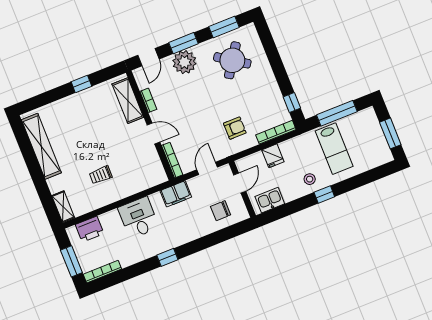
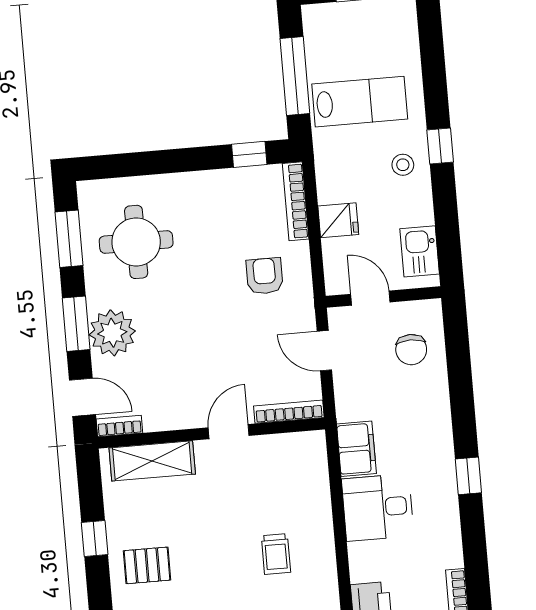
round table: (232, 60) -> (136, 242), turned -34
bookcase: (148, 100) -> (119, 426), moved
pallet: (76, 114) -> (147, 565), added
filing cabinet: (176, 194) -> (356, 449), moved

